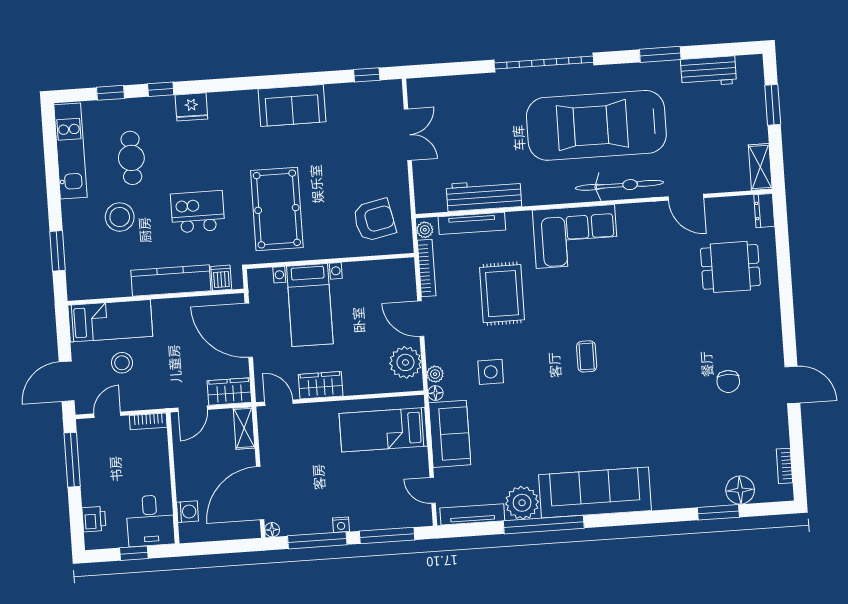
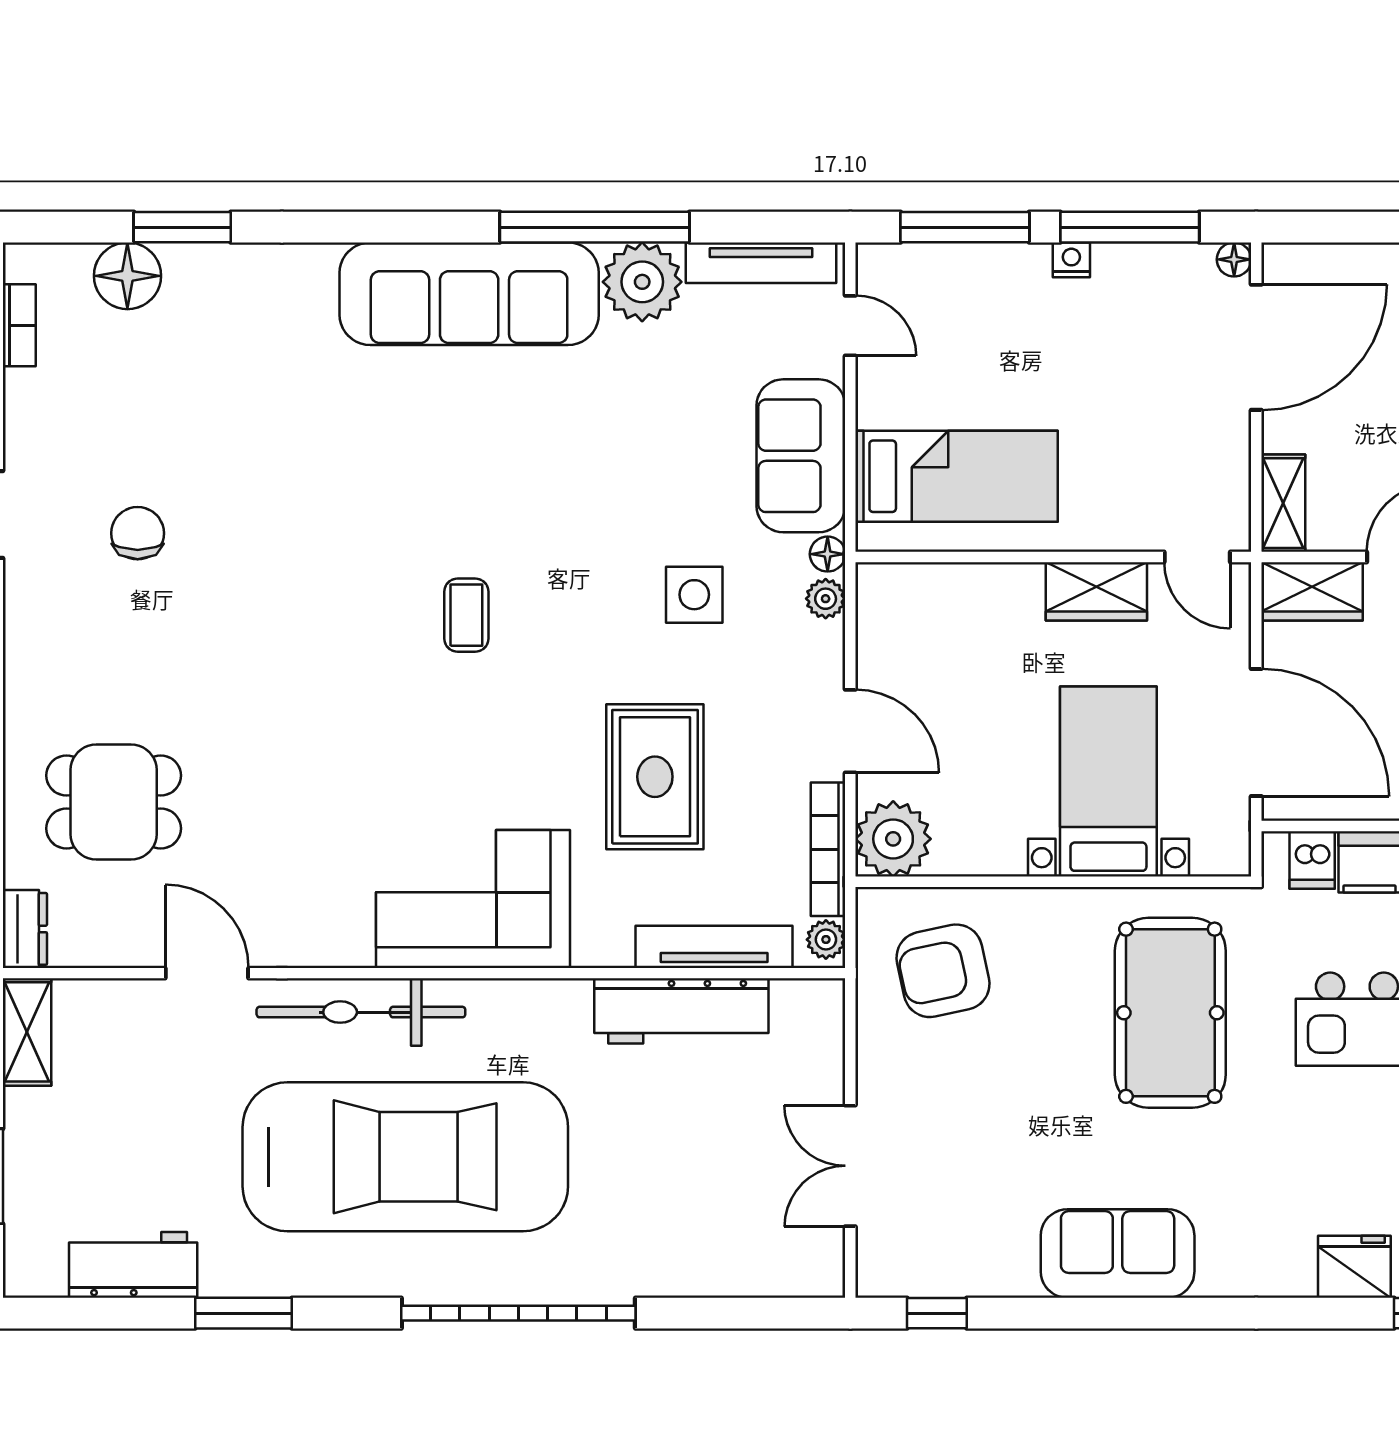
plant: (405, 362) -> (893, 839), moved

